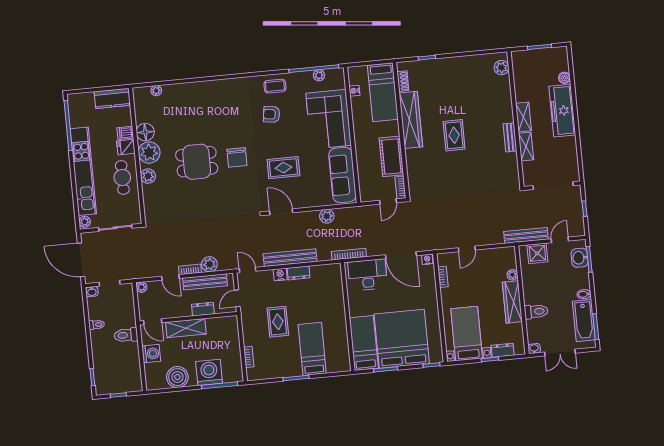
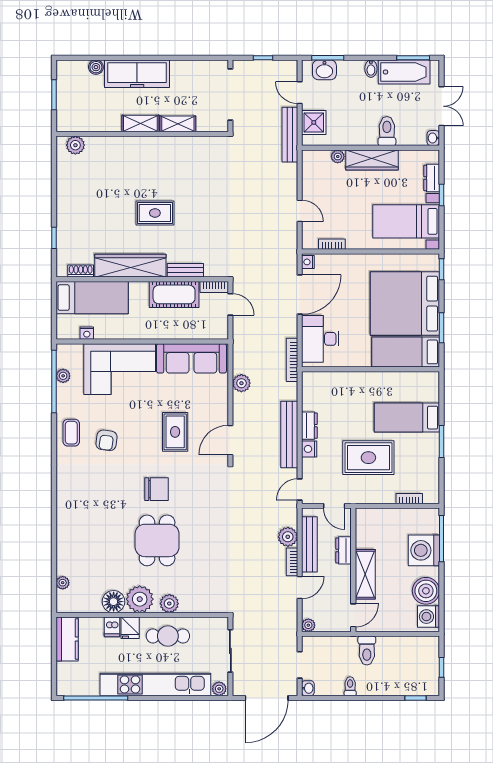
bench: (510, 137) -> (185, 270), moved
rug: (278, 322) -> (368, 458), width x1.36, depth x1.43
washing machine: (151, 354) -> (429, 617), moved, turned -90

